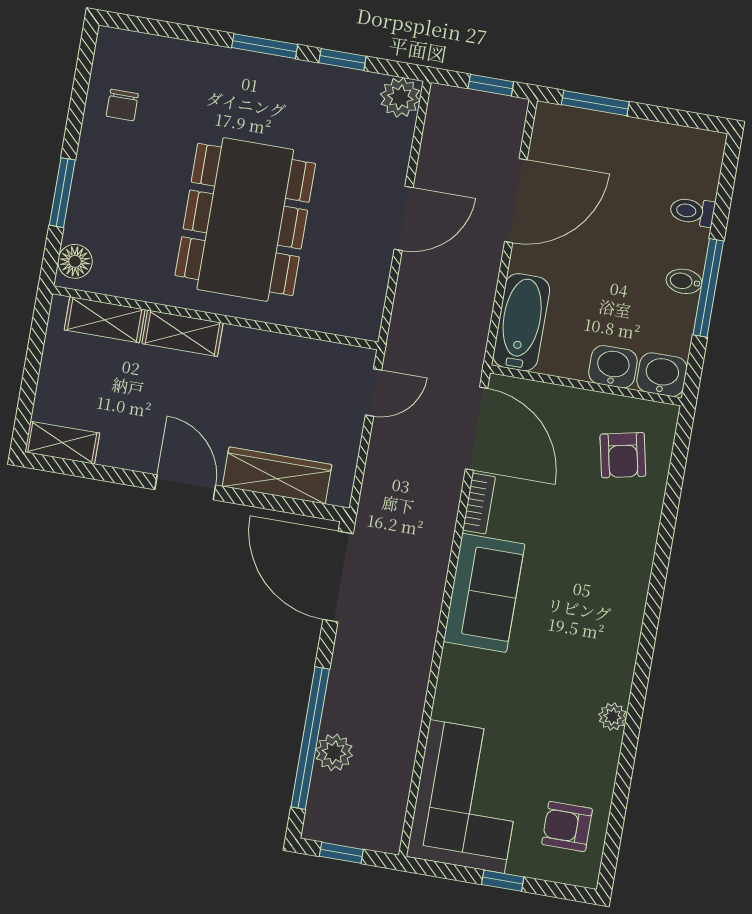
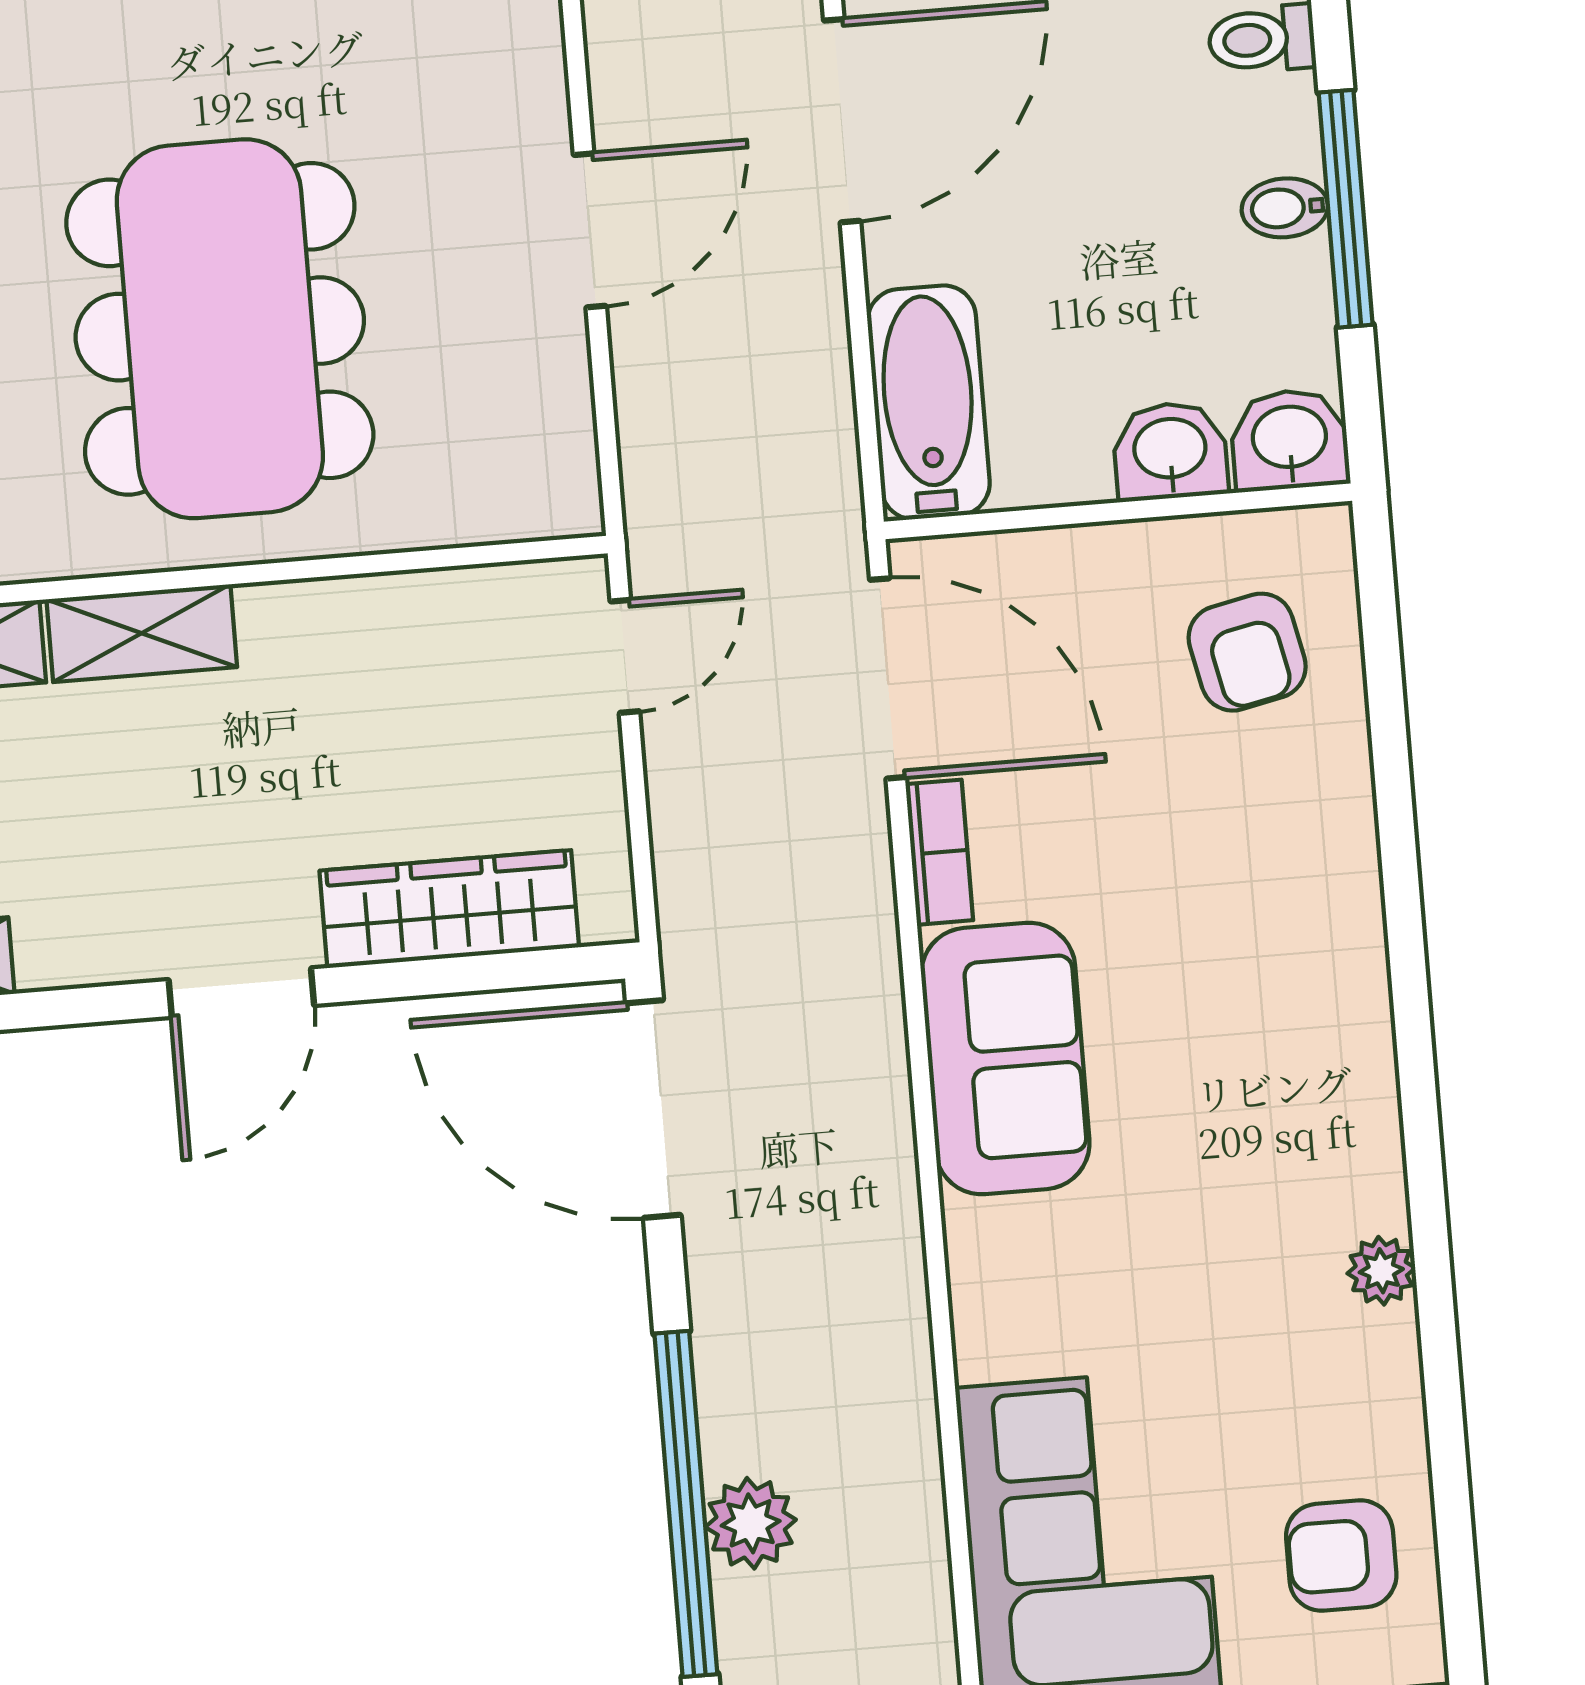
door: (185, 487) -> (241, 993), swing flipped

